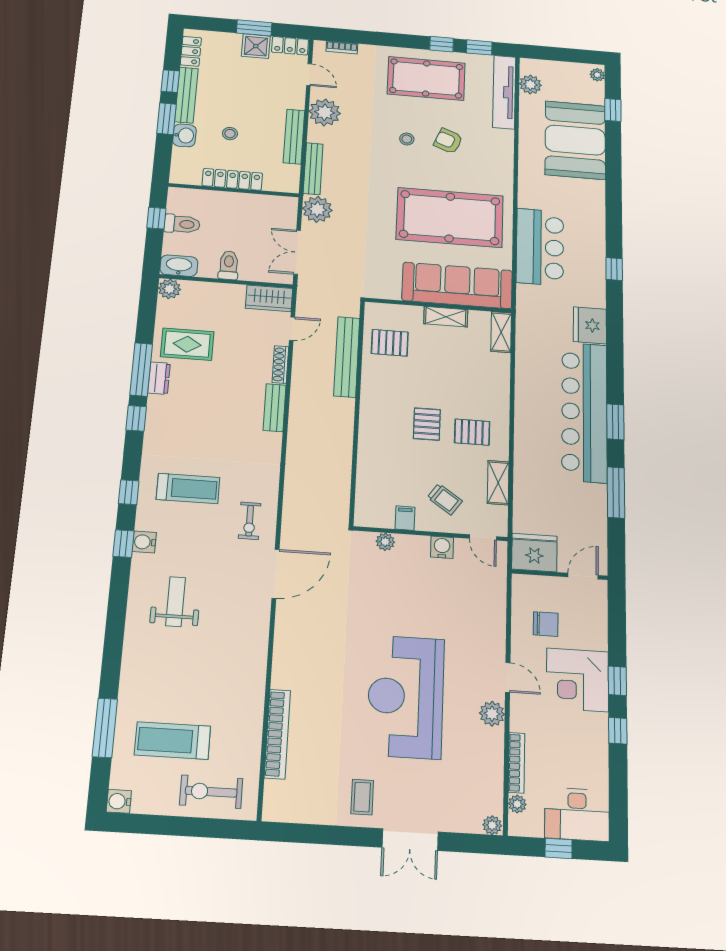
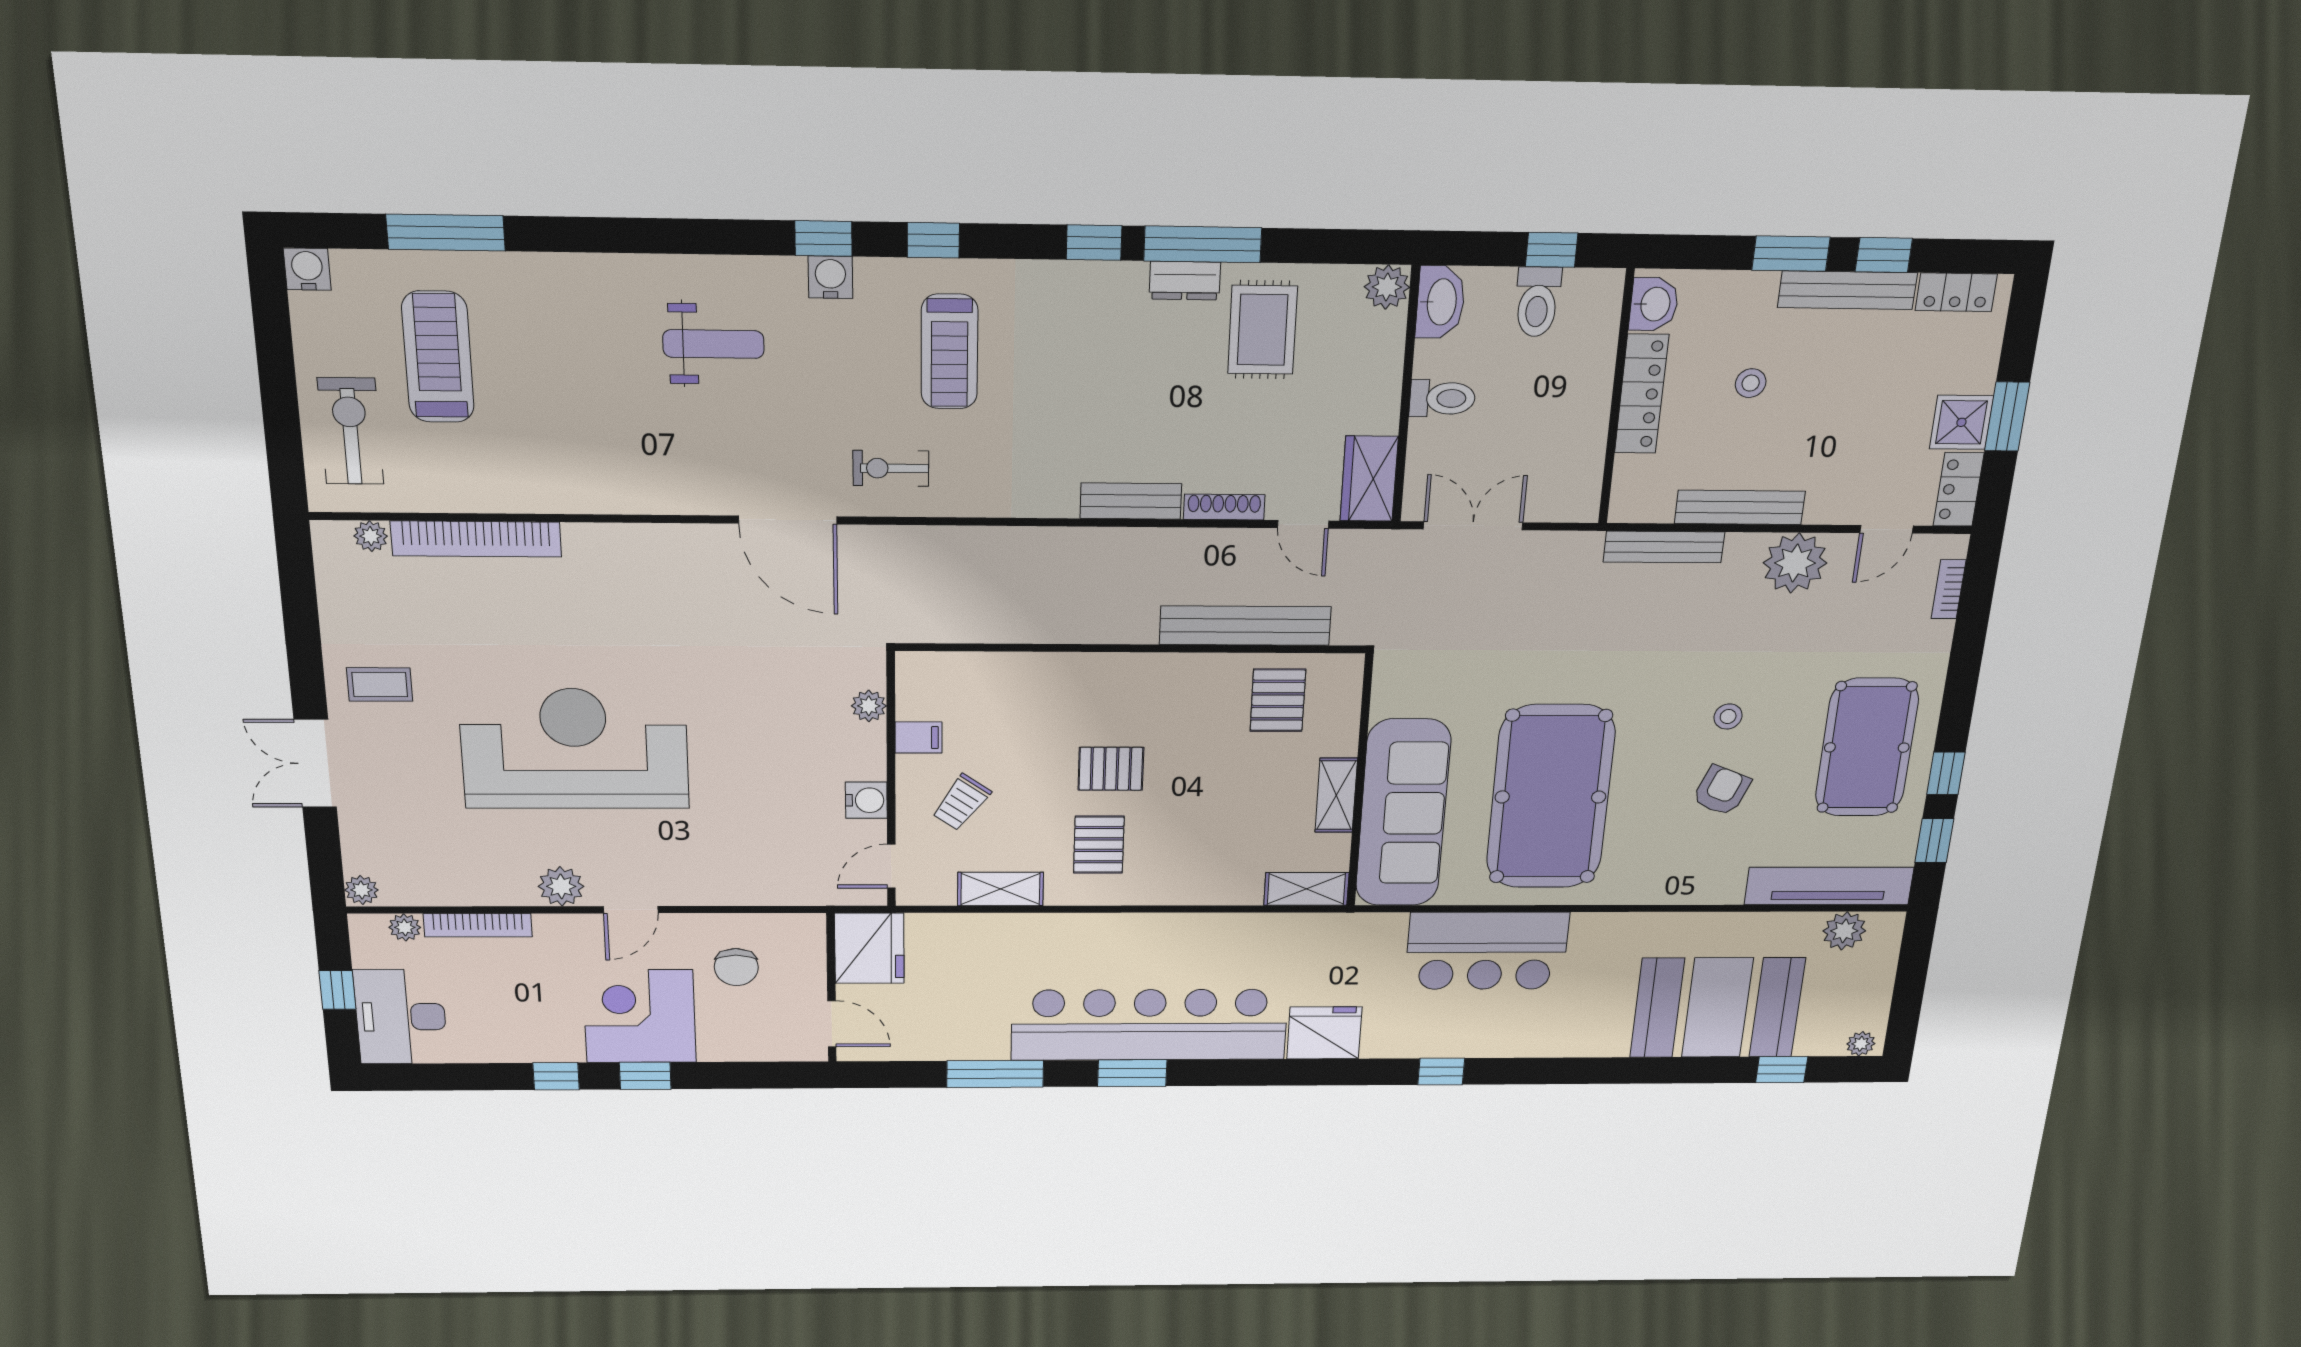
washbasin: (184, 135) -> (1654, 304), moved, turned -90
plant: (317, 209) -> (371, 536), moved, width x0.53, depth x0.53

